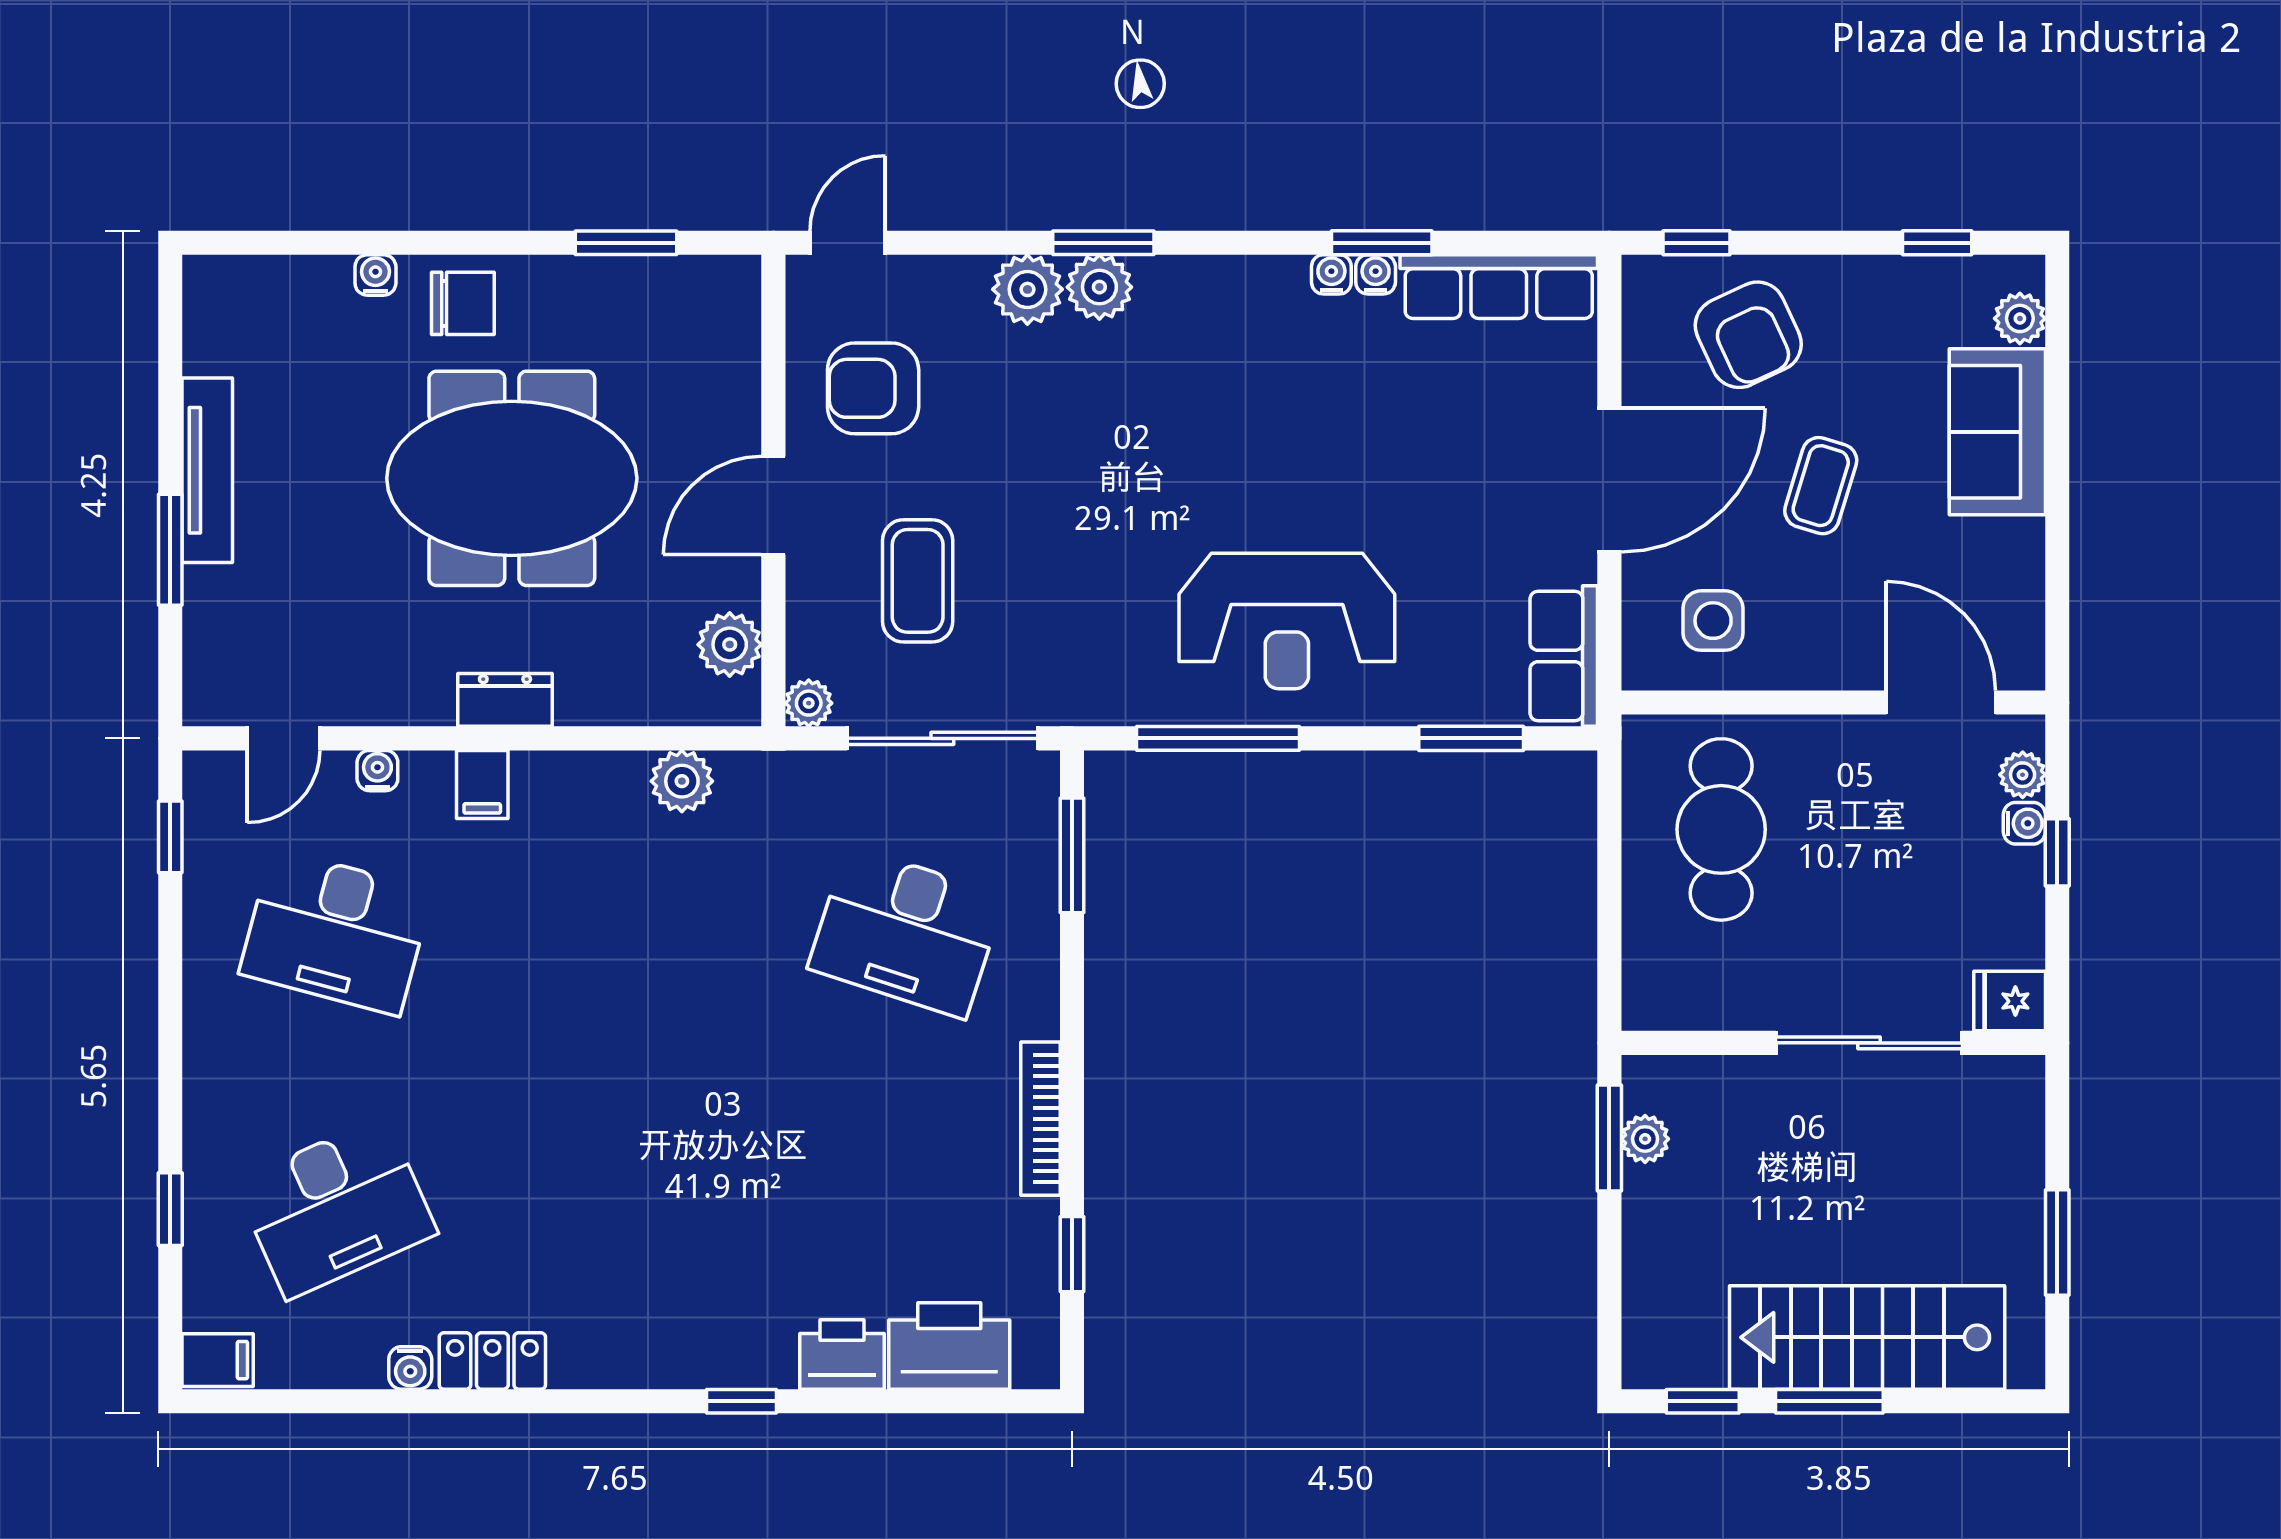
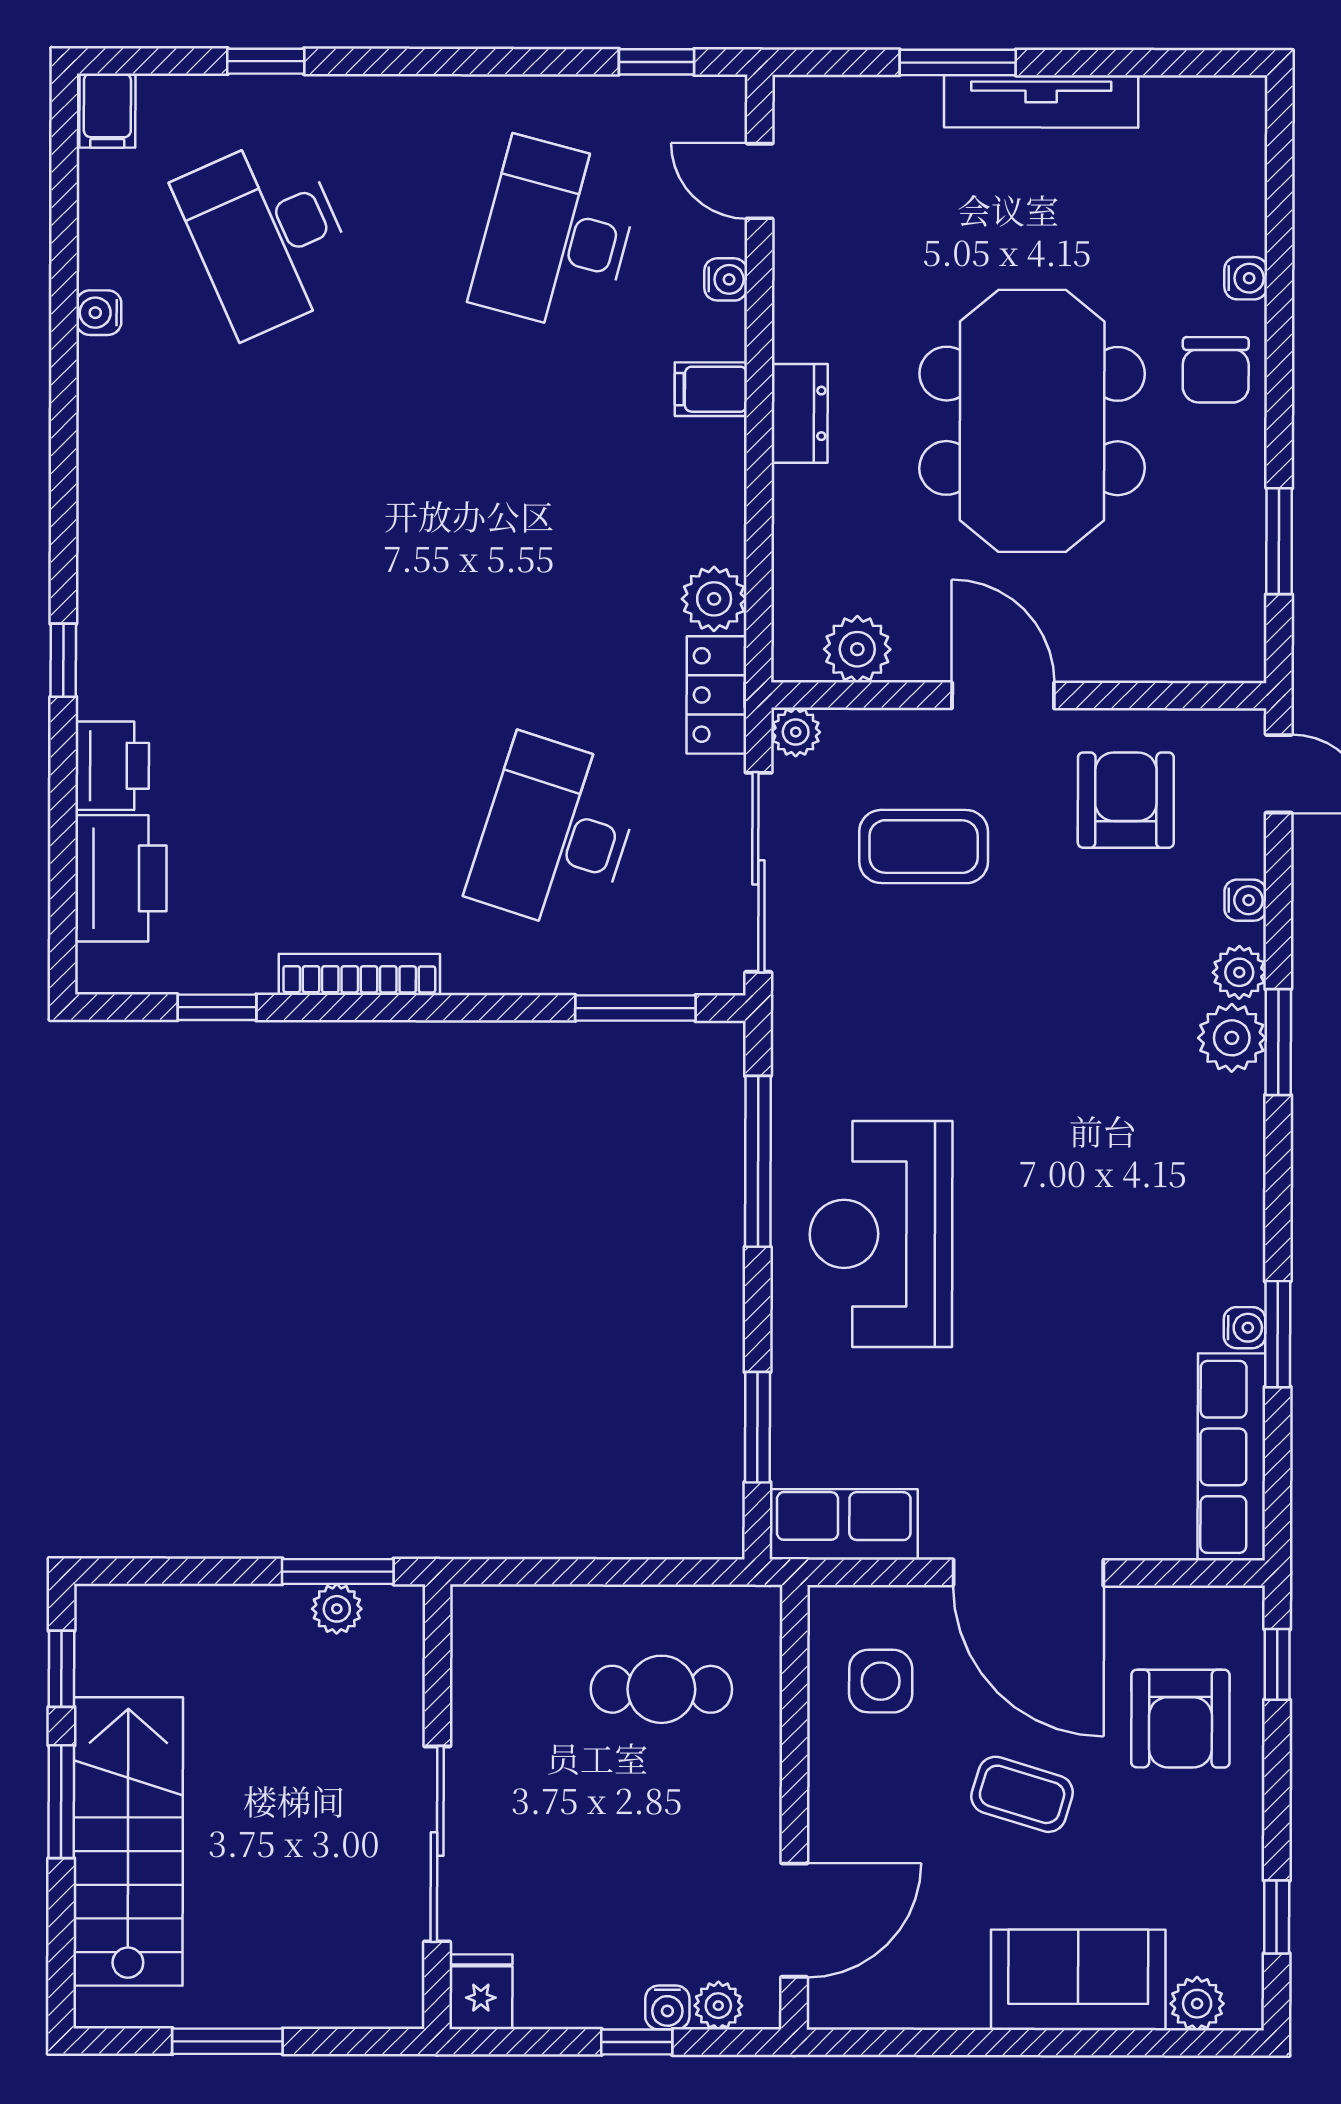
water cooler: (1331, 274) -> (1245, 900), moved
plant: (1027, 289) -> (1239, 972), width x0.73, depth x0.73
armchair: (1748, 335) -> (1180, 1719), turned -65
cafe table: (1721, 829) -> (661, 1689), width x0.73, depth x0.74
locker: (492, 1361) -> (716, 695), moved, turned 180

